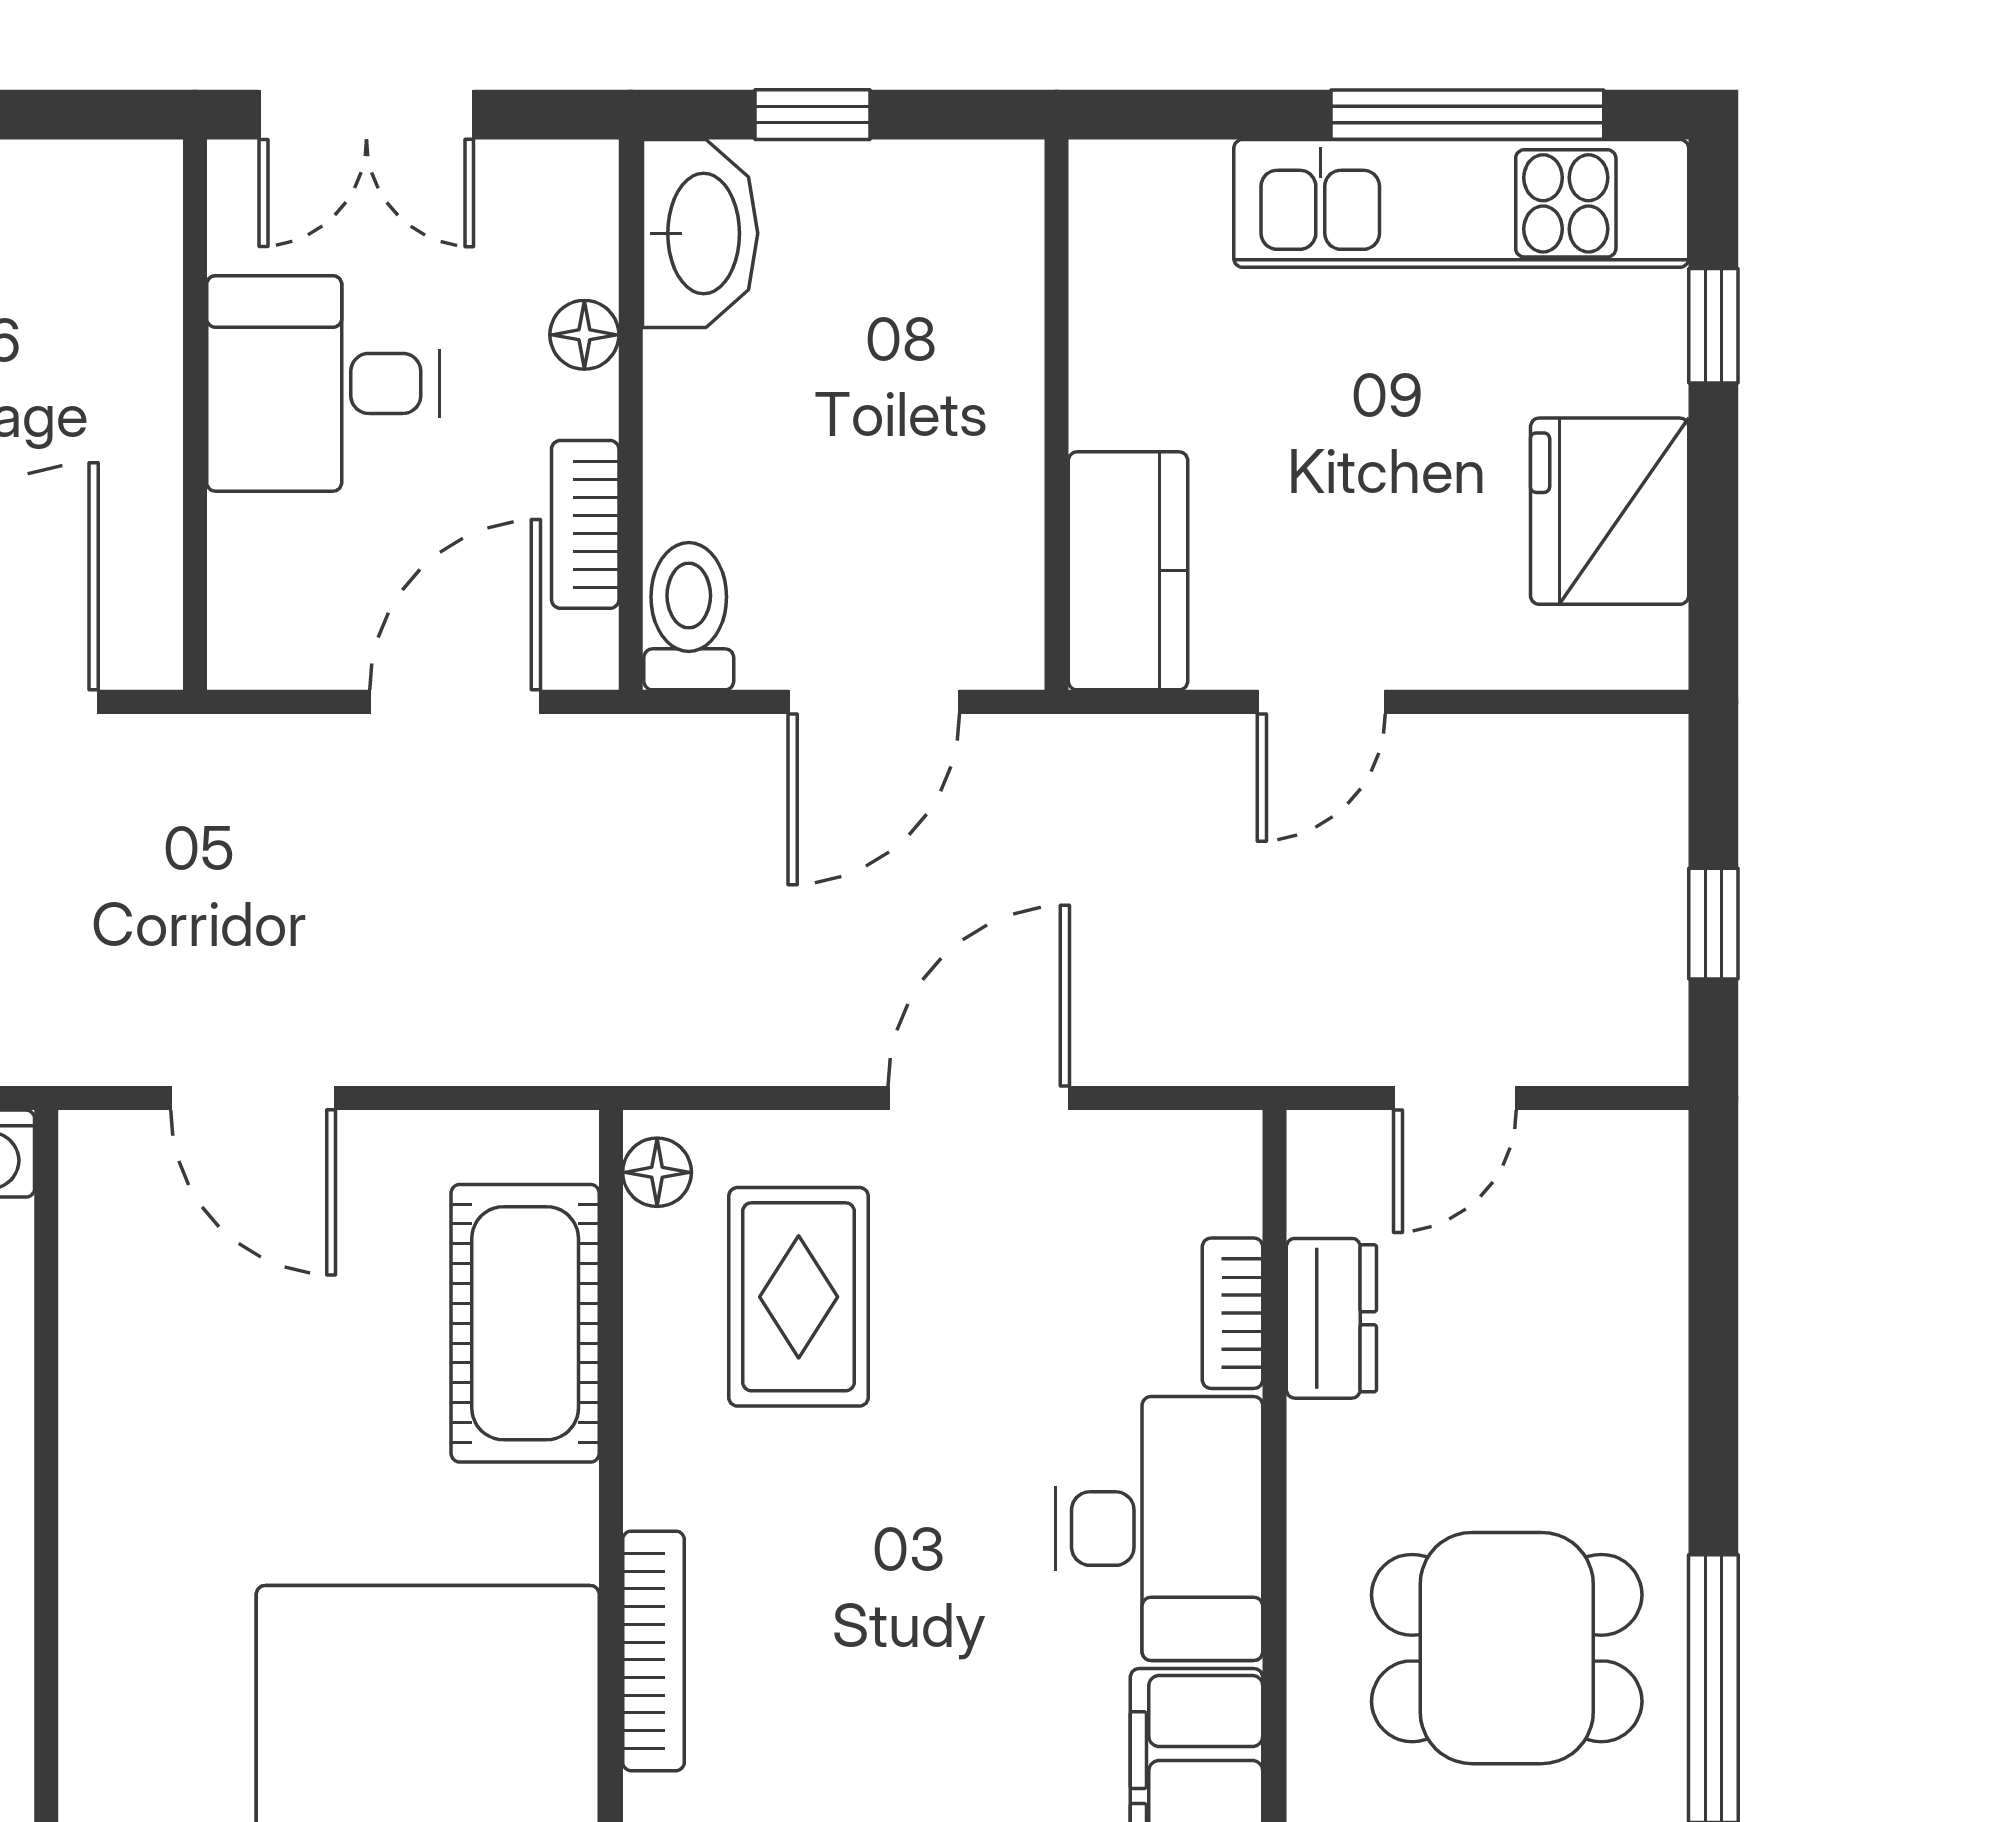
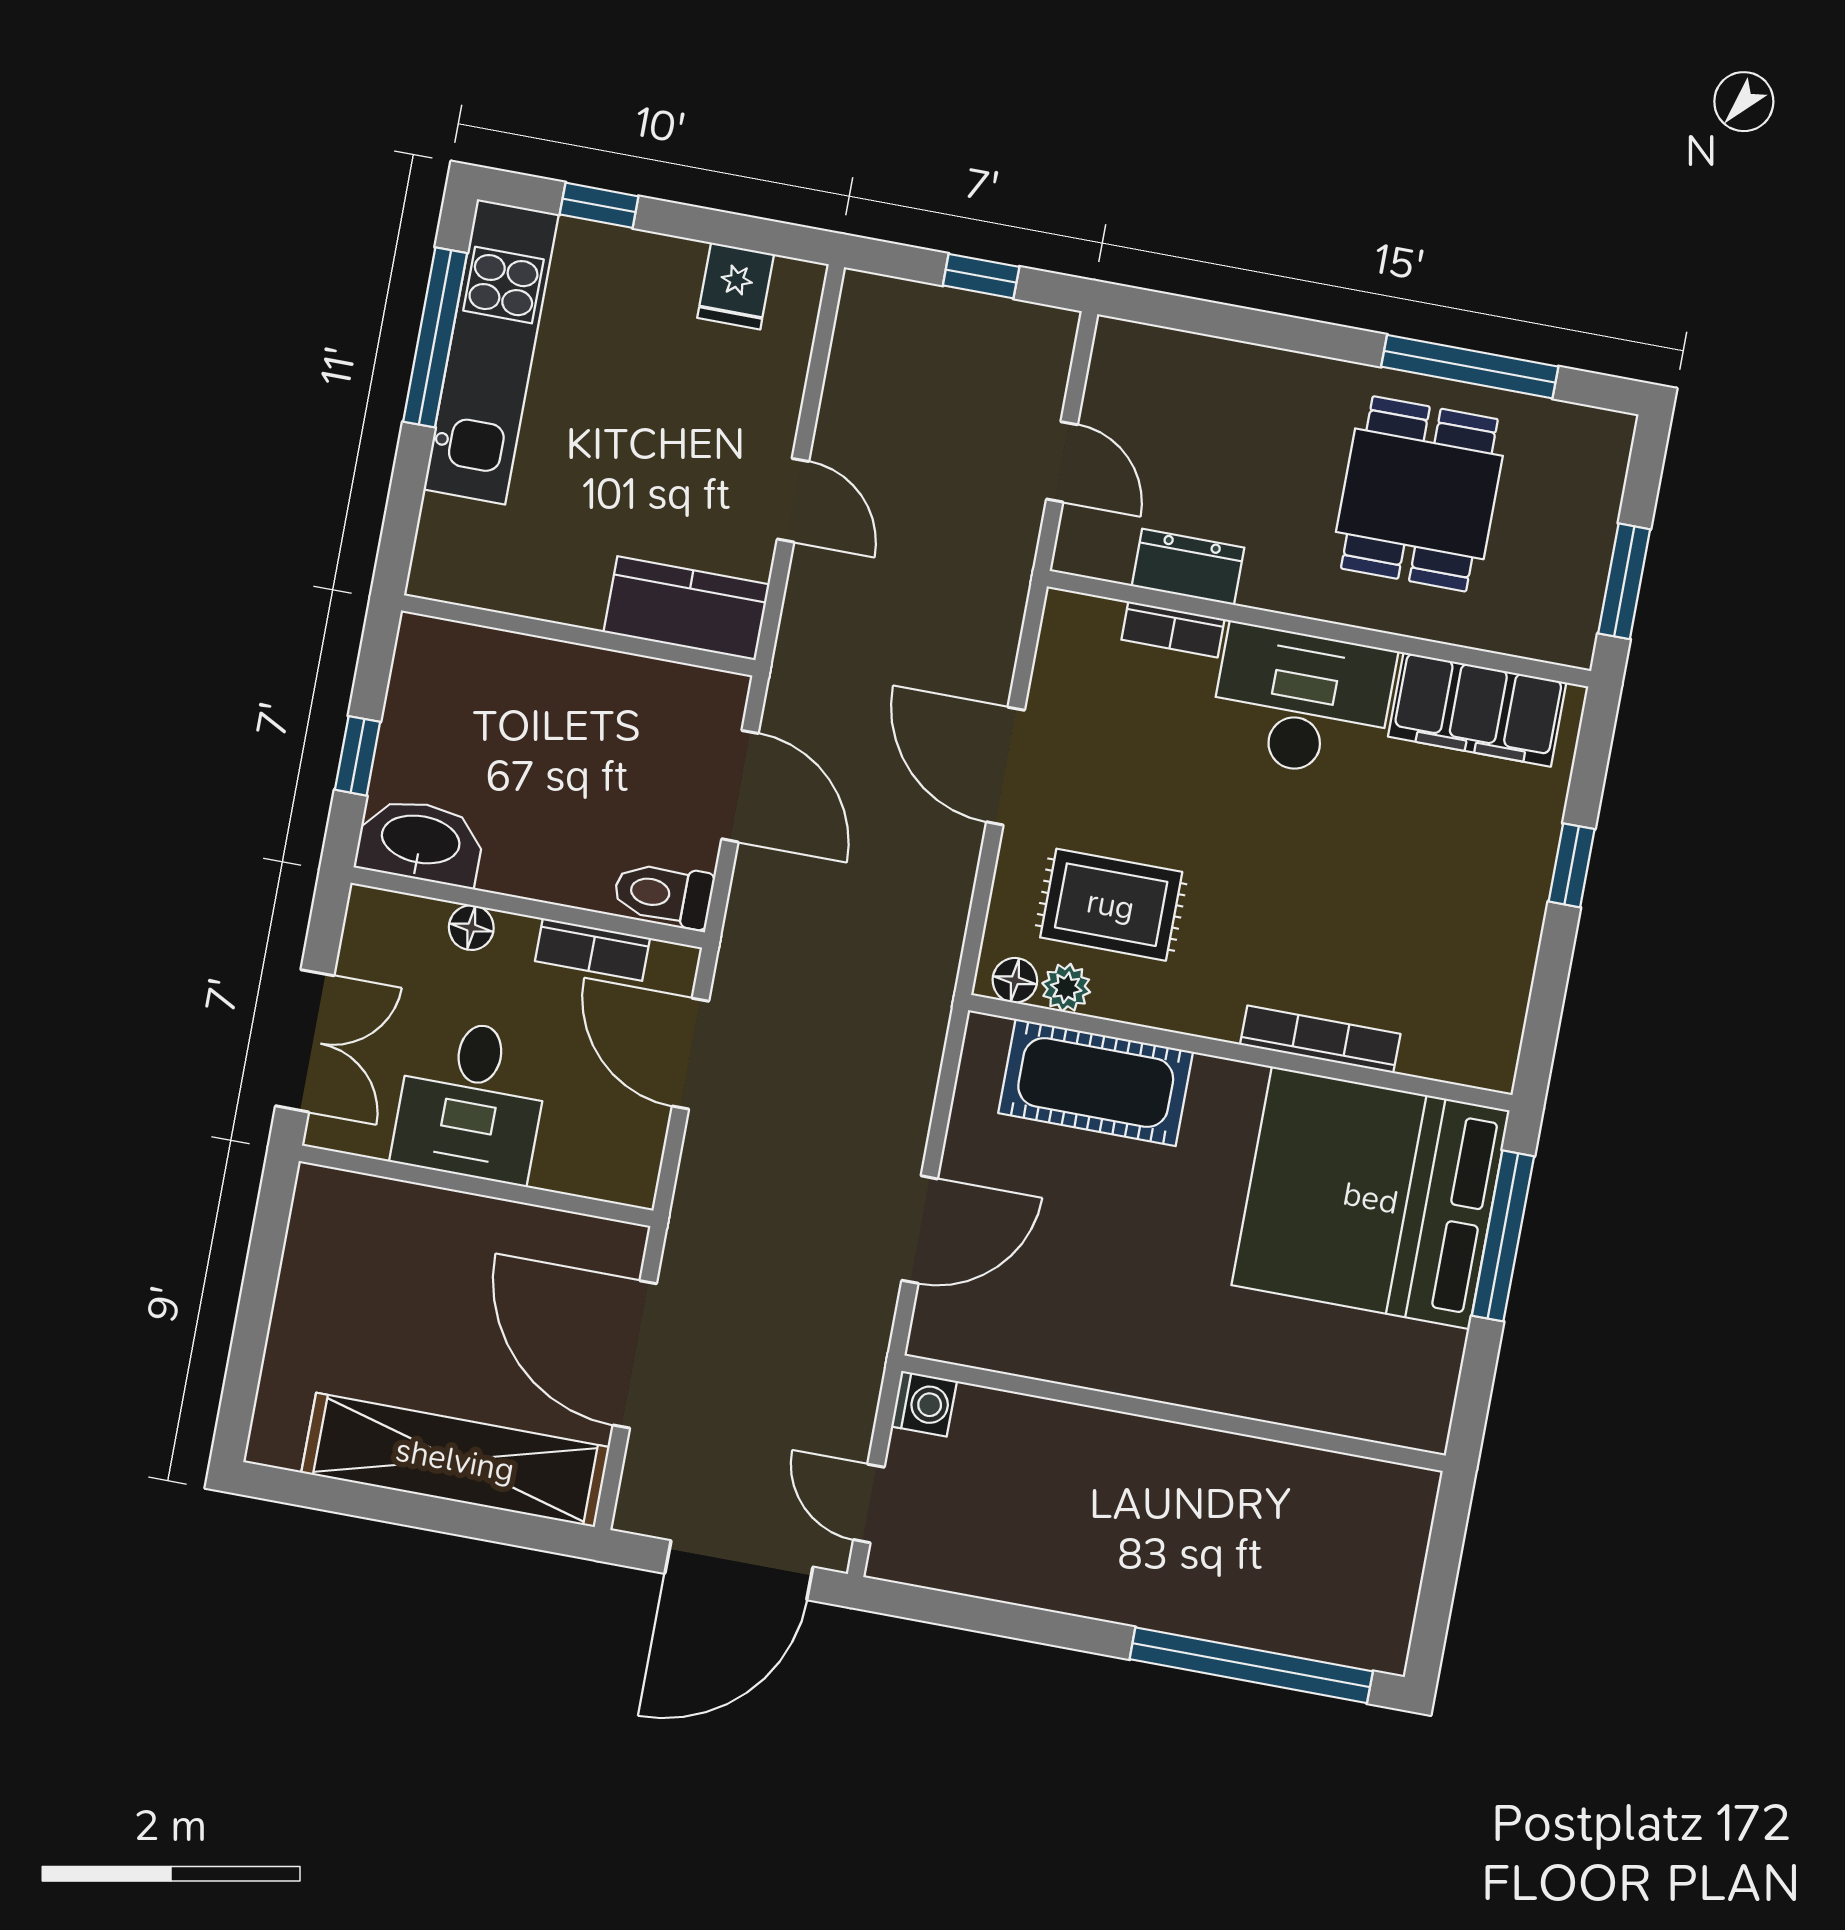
fridge: (1610, 511) -> (736, 286), width x0.53, depth x0.75
plant: (660, 1252) -> (1066, 988), added

